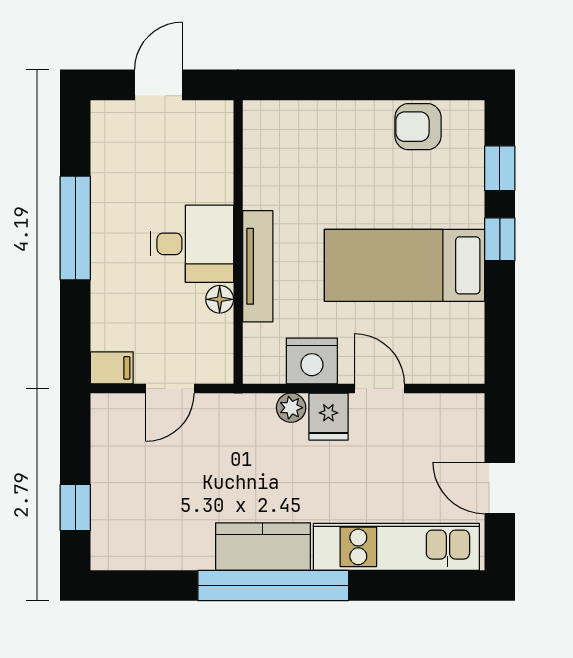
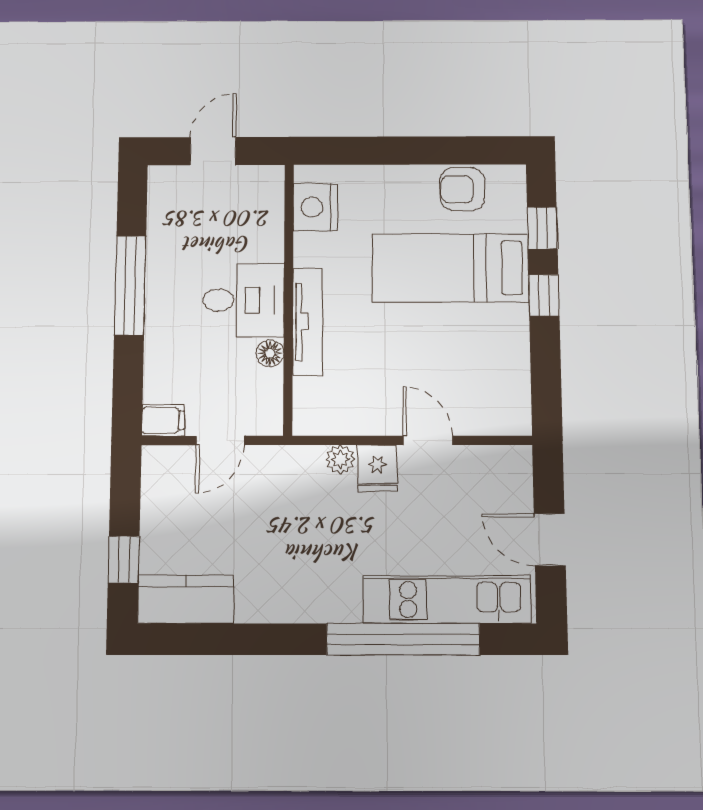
bed: (404, 265) -> (450, 268), moved
nightstand: (312, 361) -> (315, 207), moved, turned 90
kitchen counter: (263, 547) -> (186, 599), moved
window: (273, 585) -> (403, 639), moved

